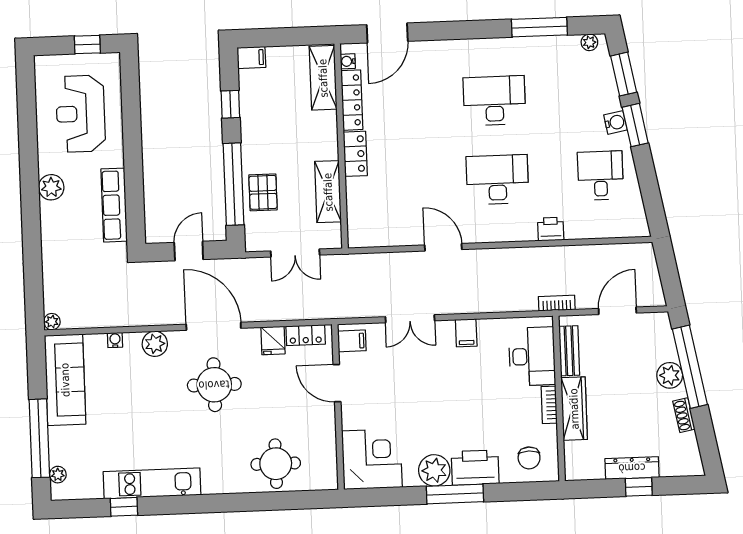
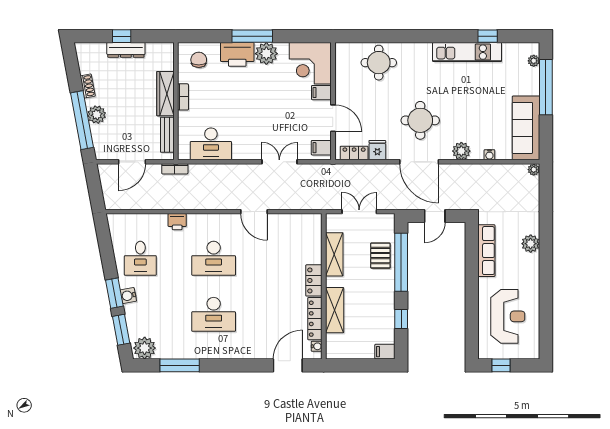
plant: (589, 42) -> (145, 348), width x1.88, depth x1.88
shelving: (323, 78) -> (335, 310), moved
plant: (51, 187) -> (531, 244), moved
filing cabinet: (466, 333) -> (321, 93), moved, turned -90
desk: (532, 356) -> (211, 144), moved, turned -90

